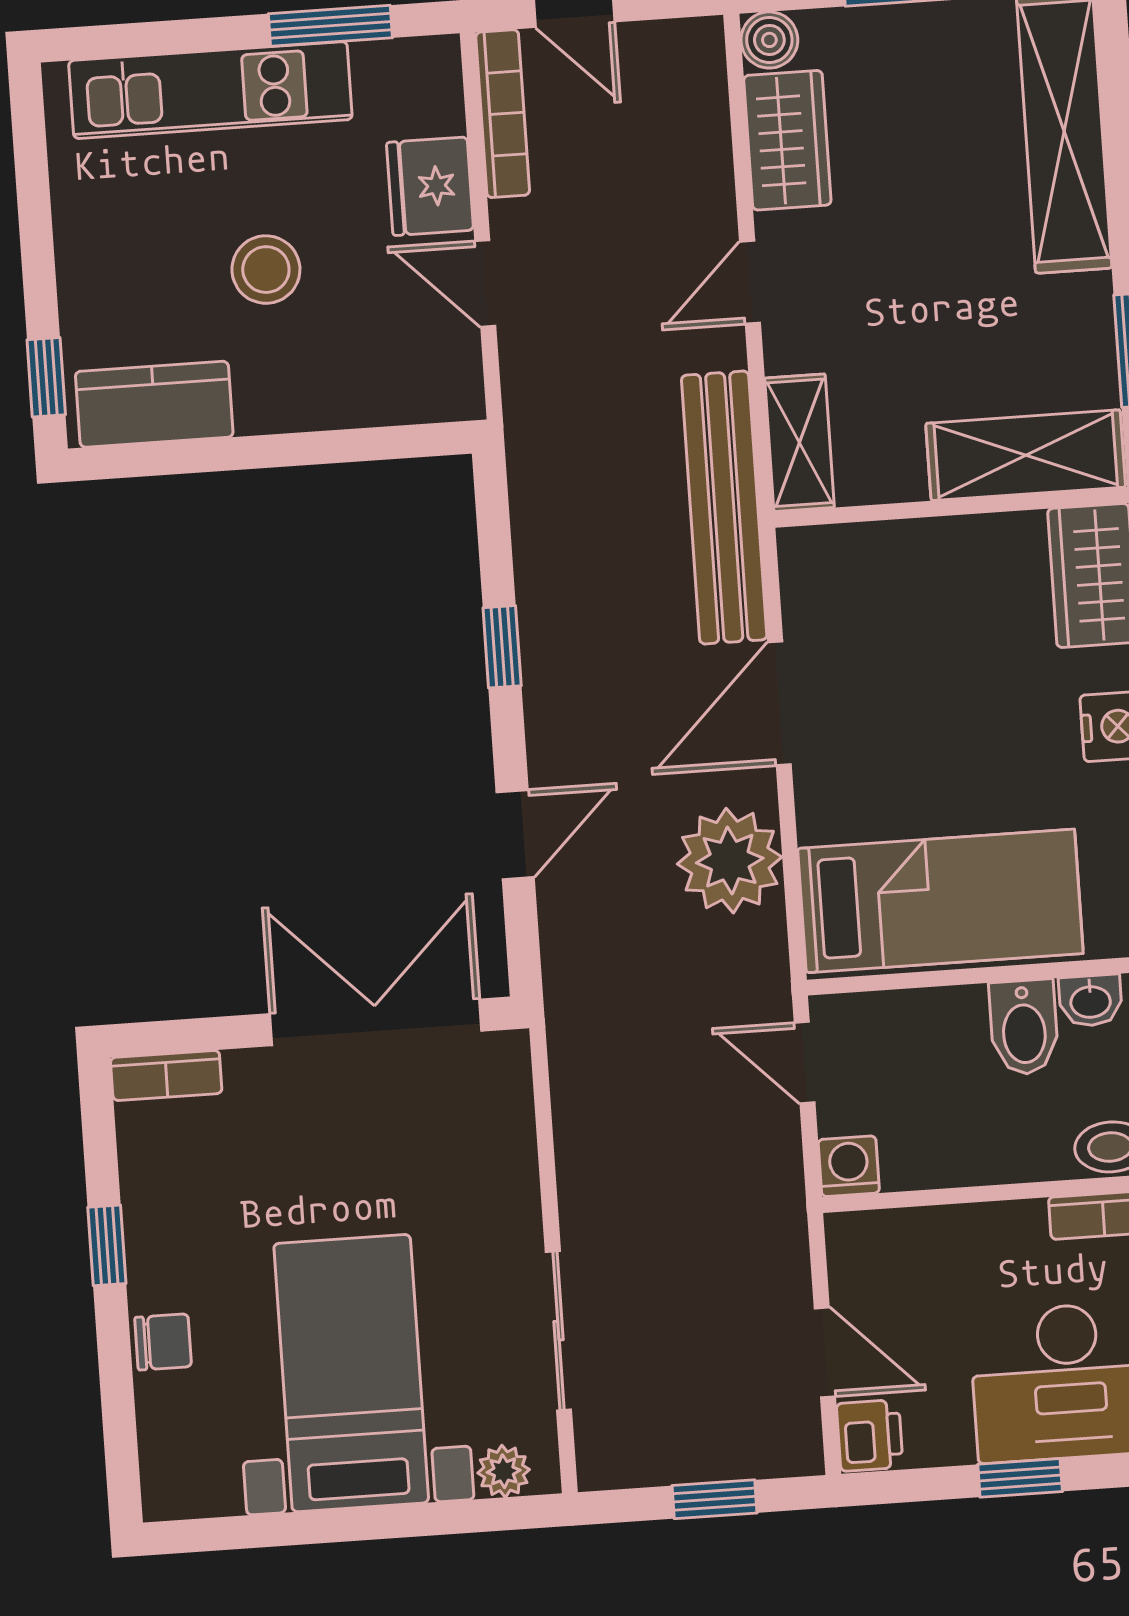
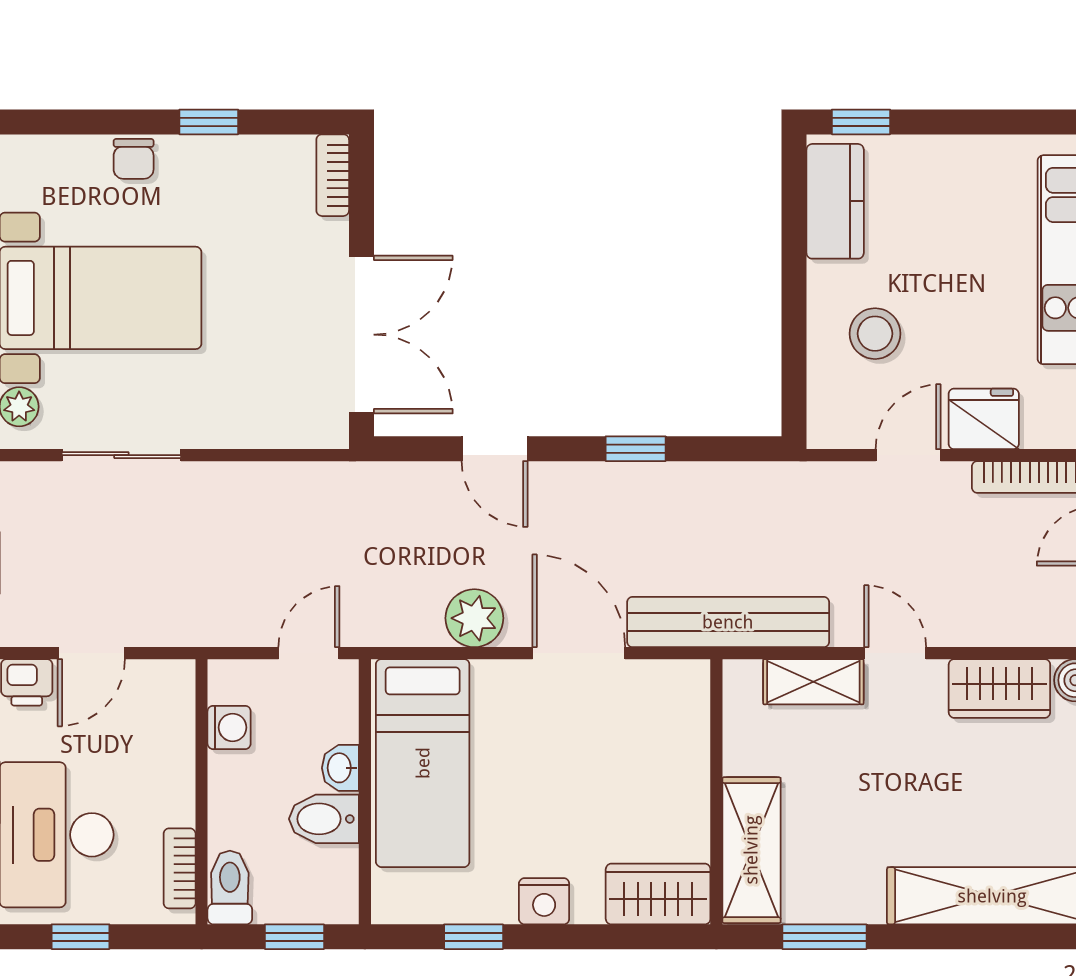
stool: (266, 270) -> (875, 334), moved
shelving: (799, 443) -> (813, 682), moved
plant: (730, 861) -> (474, 618), width x0.73, depth x0.73
washbasin: (1090, 1001) -> (340, 768), moved
washing machine: (849, 1166) -> (229, 727), moved

